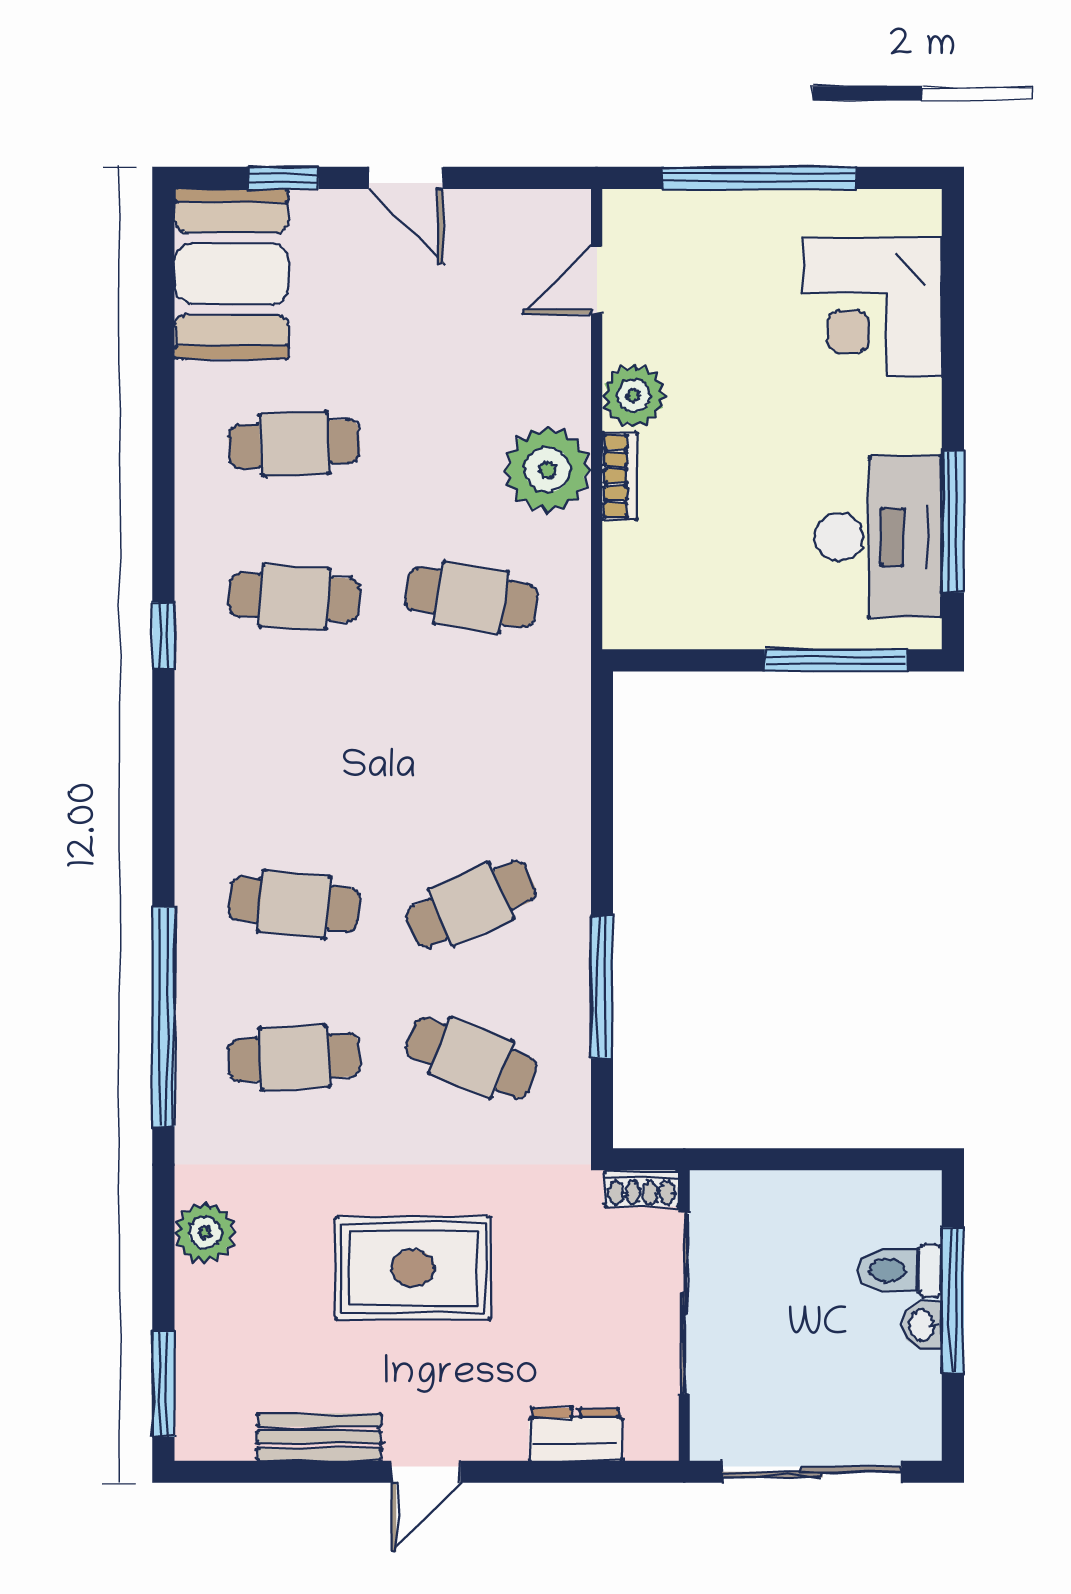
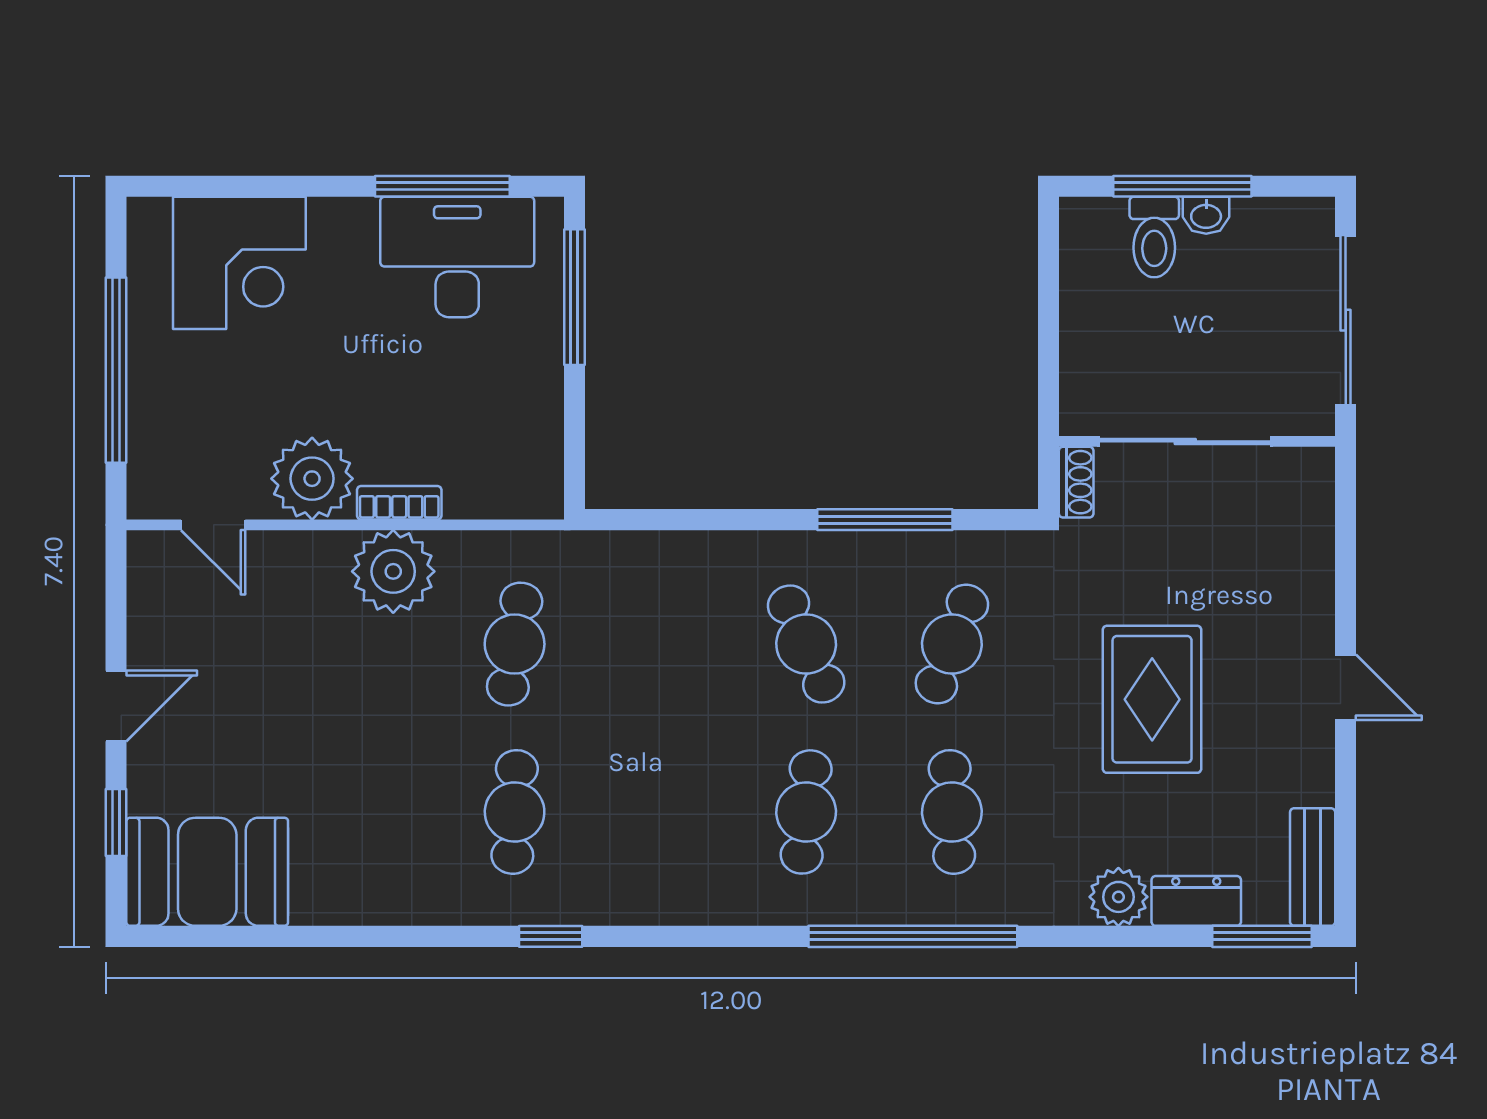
plant: (634, 396) -> (312, 479), width x1.36, depth x1.36
cafe table: (294, 444) -> (369, 812), removed
dresser: (576, 1434) -> (1196, 901), moved, turned 90
bench: (319, 1437) -> (1313, 867), moved

